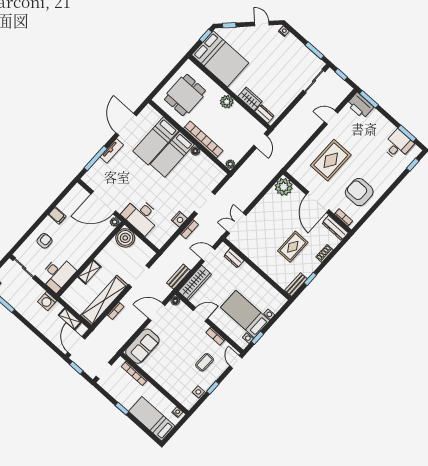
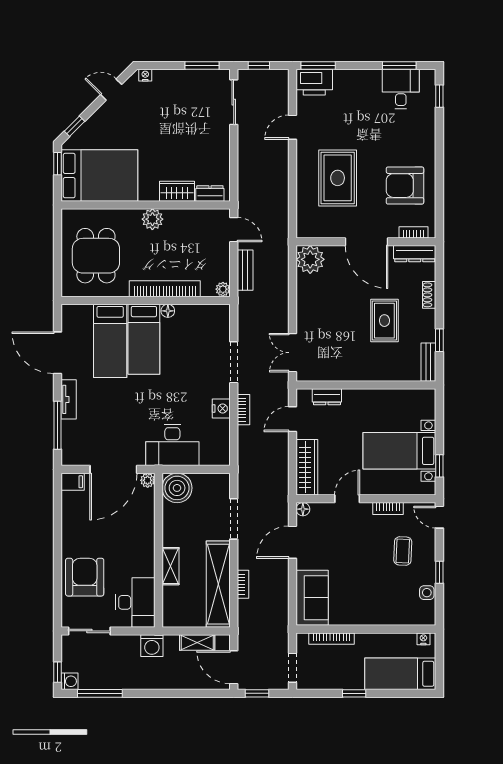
filing cabinet: (57, 215) -> (73, 482), moved
armchair: (45, 241) -> (85, 577), width x1.88, depth x1.88
bench: (178, 277) -> (245, 270), moved

